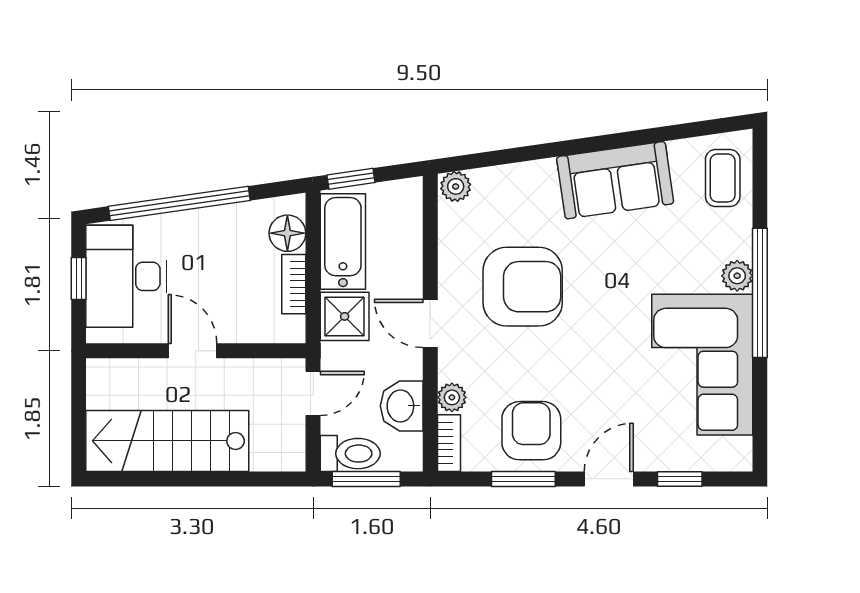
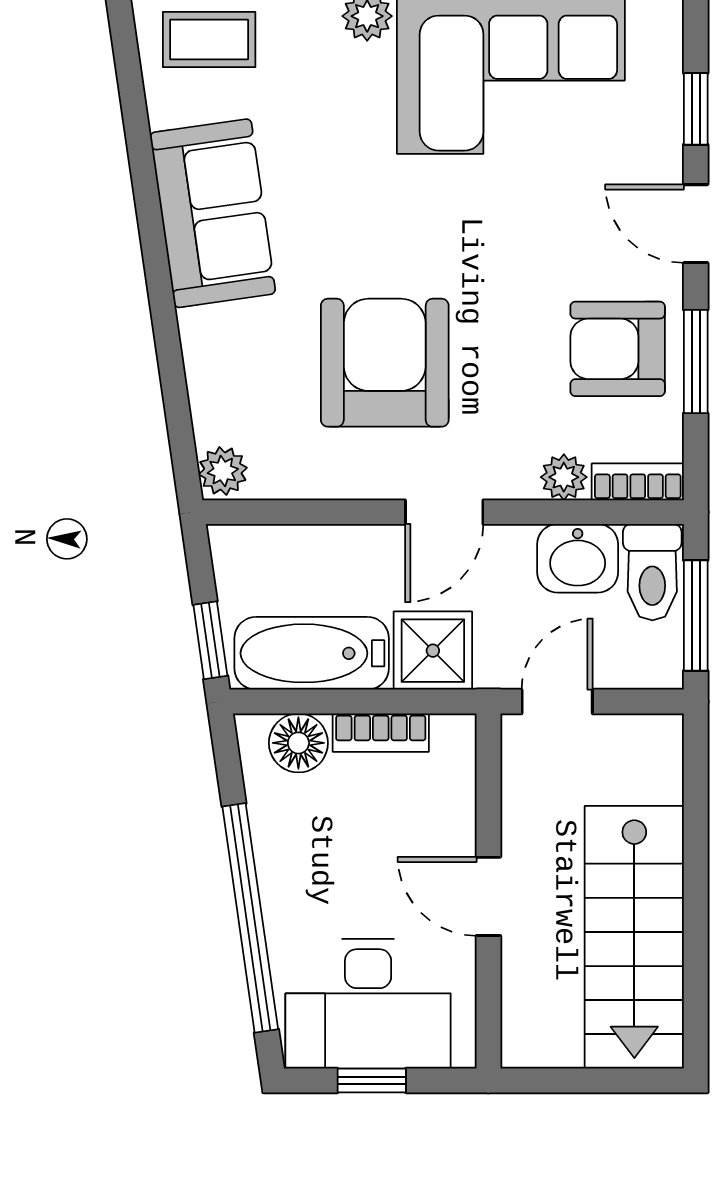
door: (193, 351) -> (488, 896), hinge flipped
door: (313, 393) -> (557, 702), hinge flipped
toilet: (350, 454) -> (652, 572), moved, turned 180

